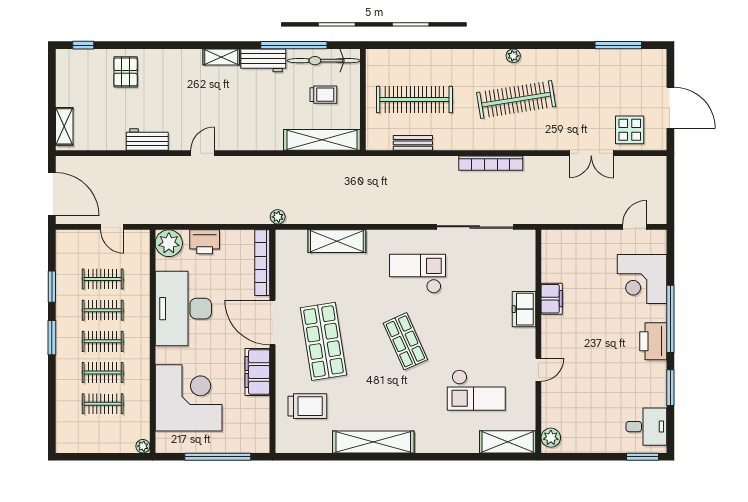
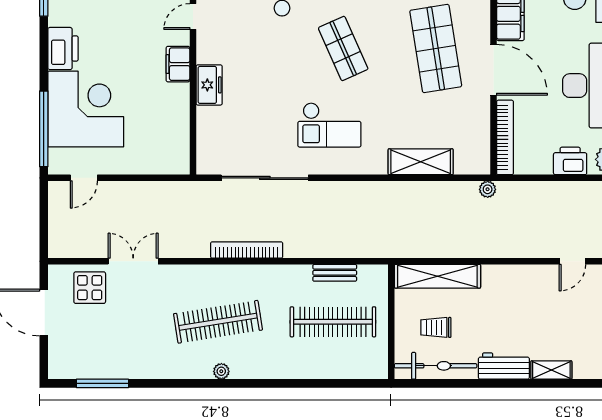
window: (294, 45) -> (469, 383), removed
corner desk: (642, 279) -> (86, 109), width x1.36, depth x1.36
filing cabinet: (552, 299) -> (178, 64), moved
window: (670, 319) -> (44, 129), moved

